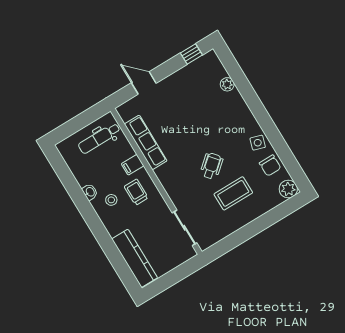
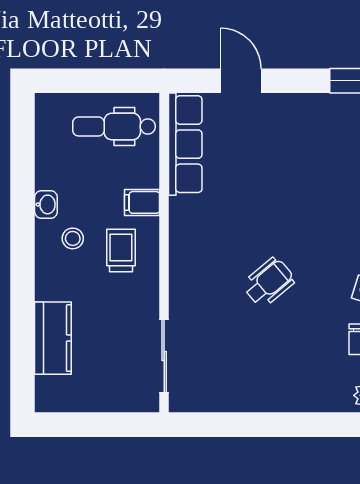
row of seats: (146, 142) -> (185, 144), moved
coffee table: (233, 193) -> (277, 348), removed
kitchen counter: (135, 258) -> (53, 338), width x0.67

